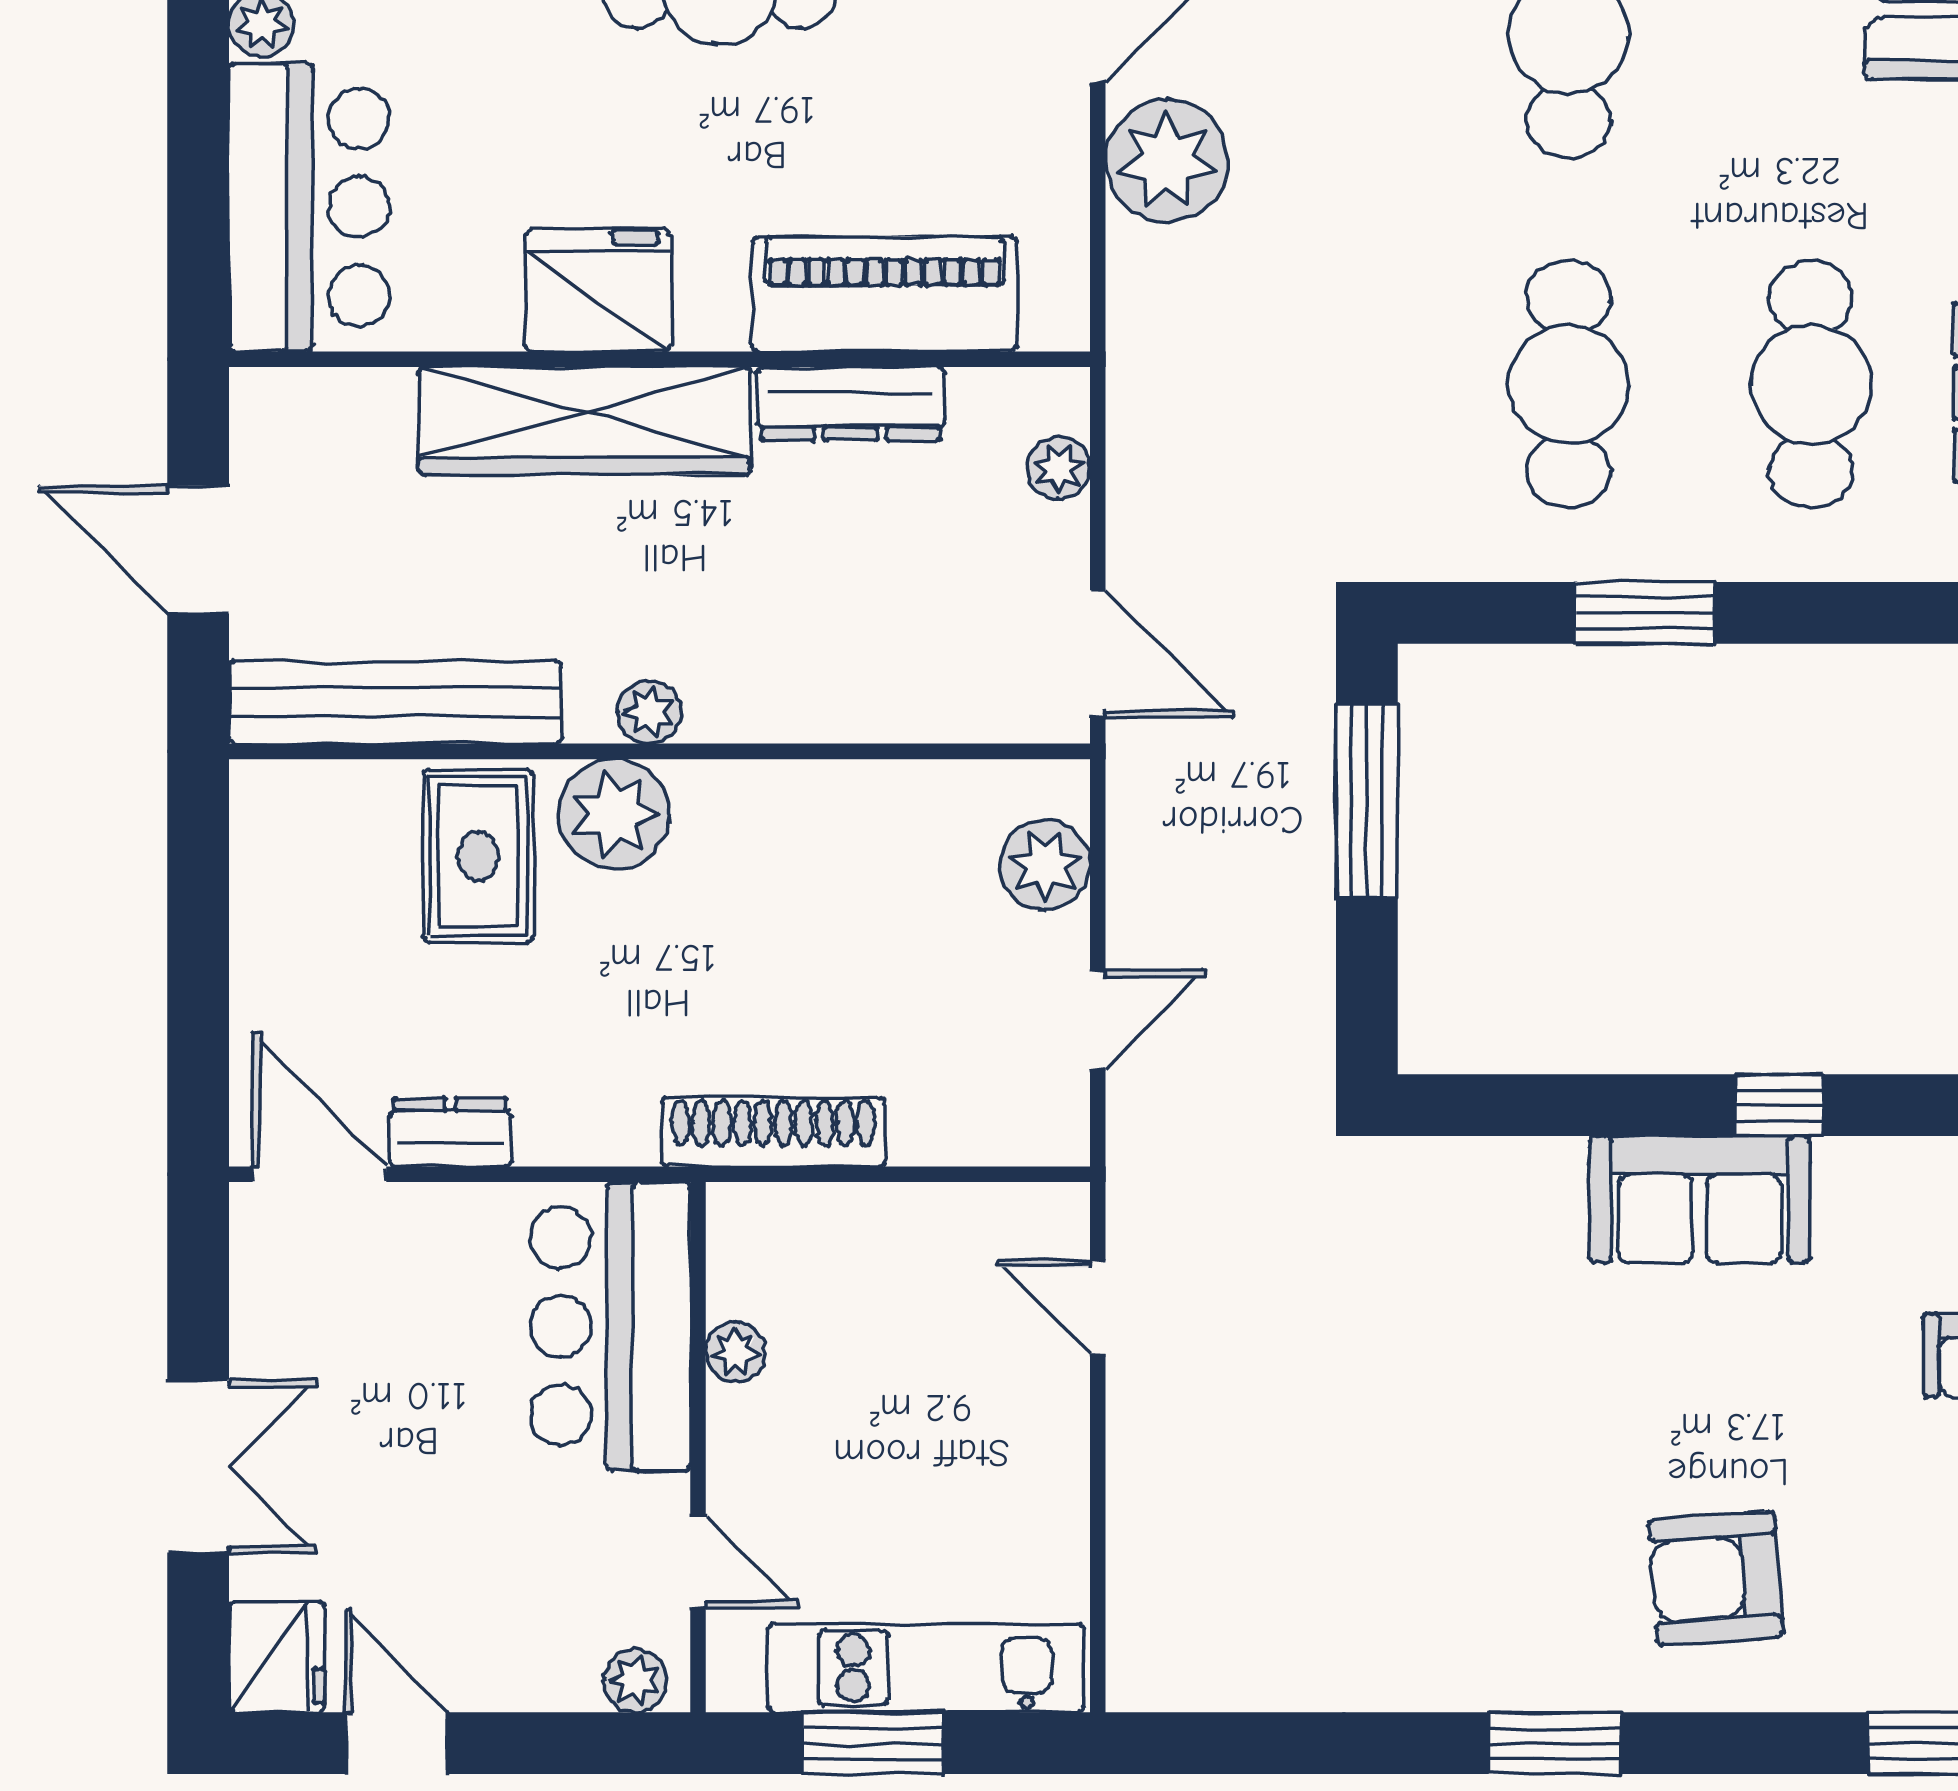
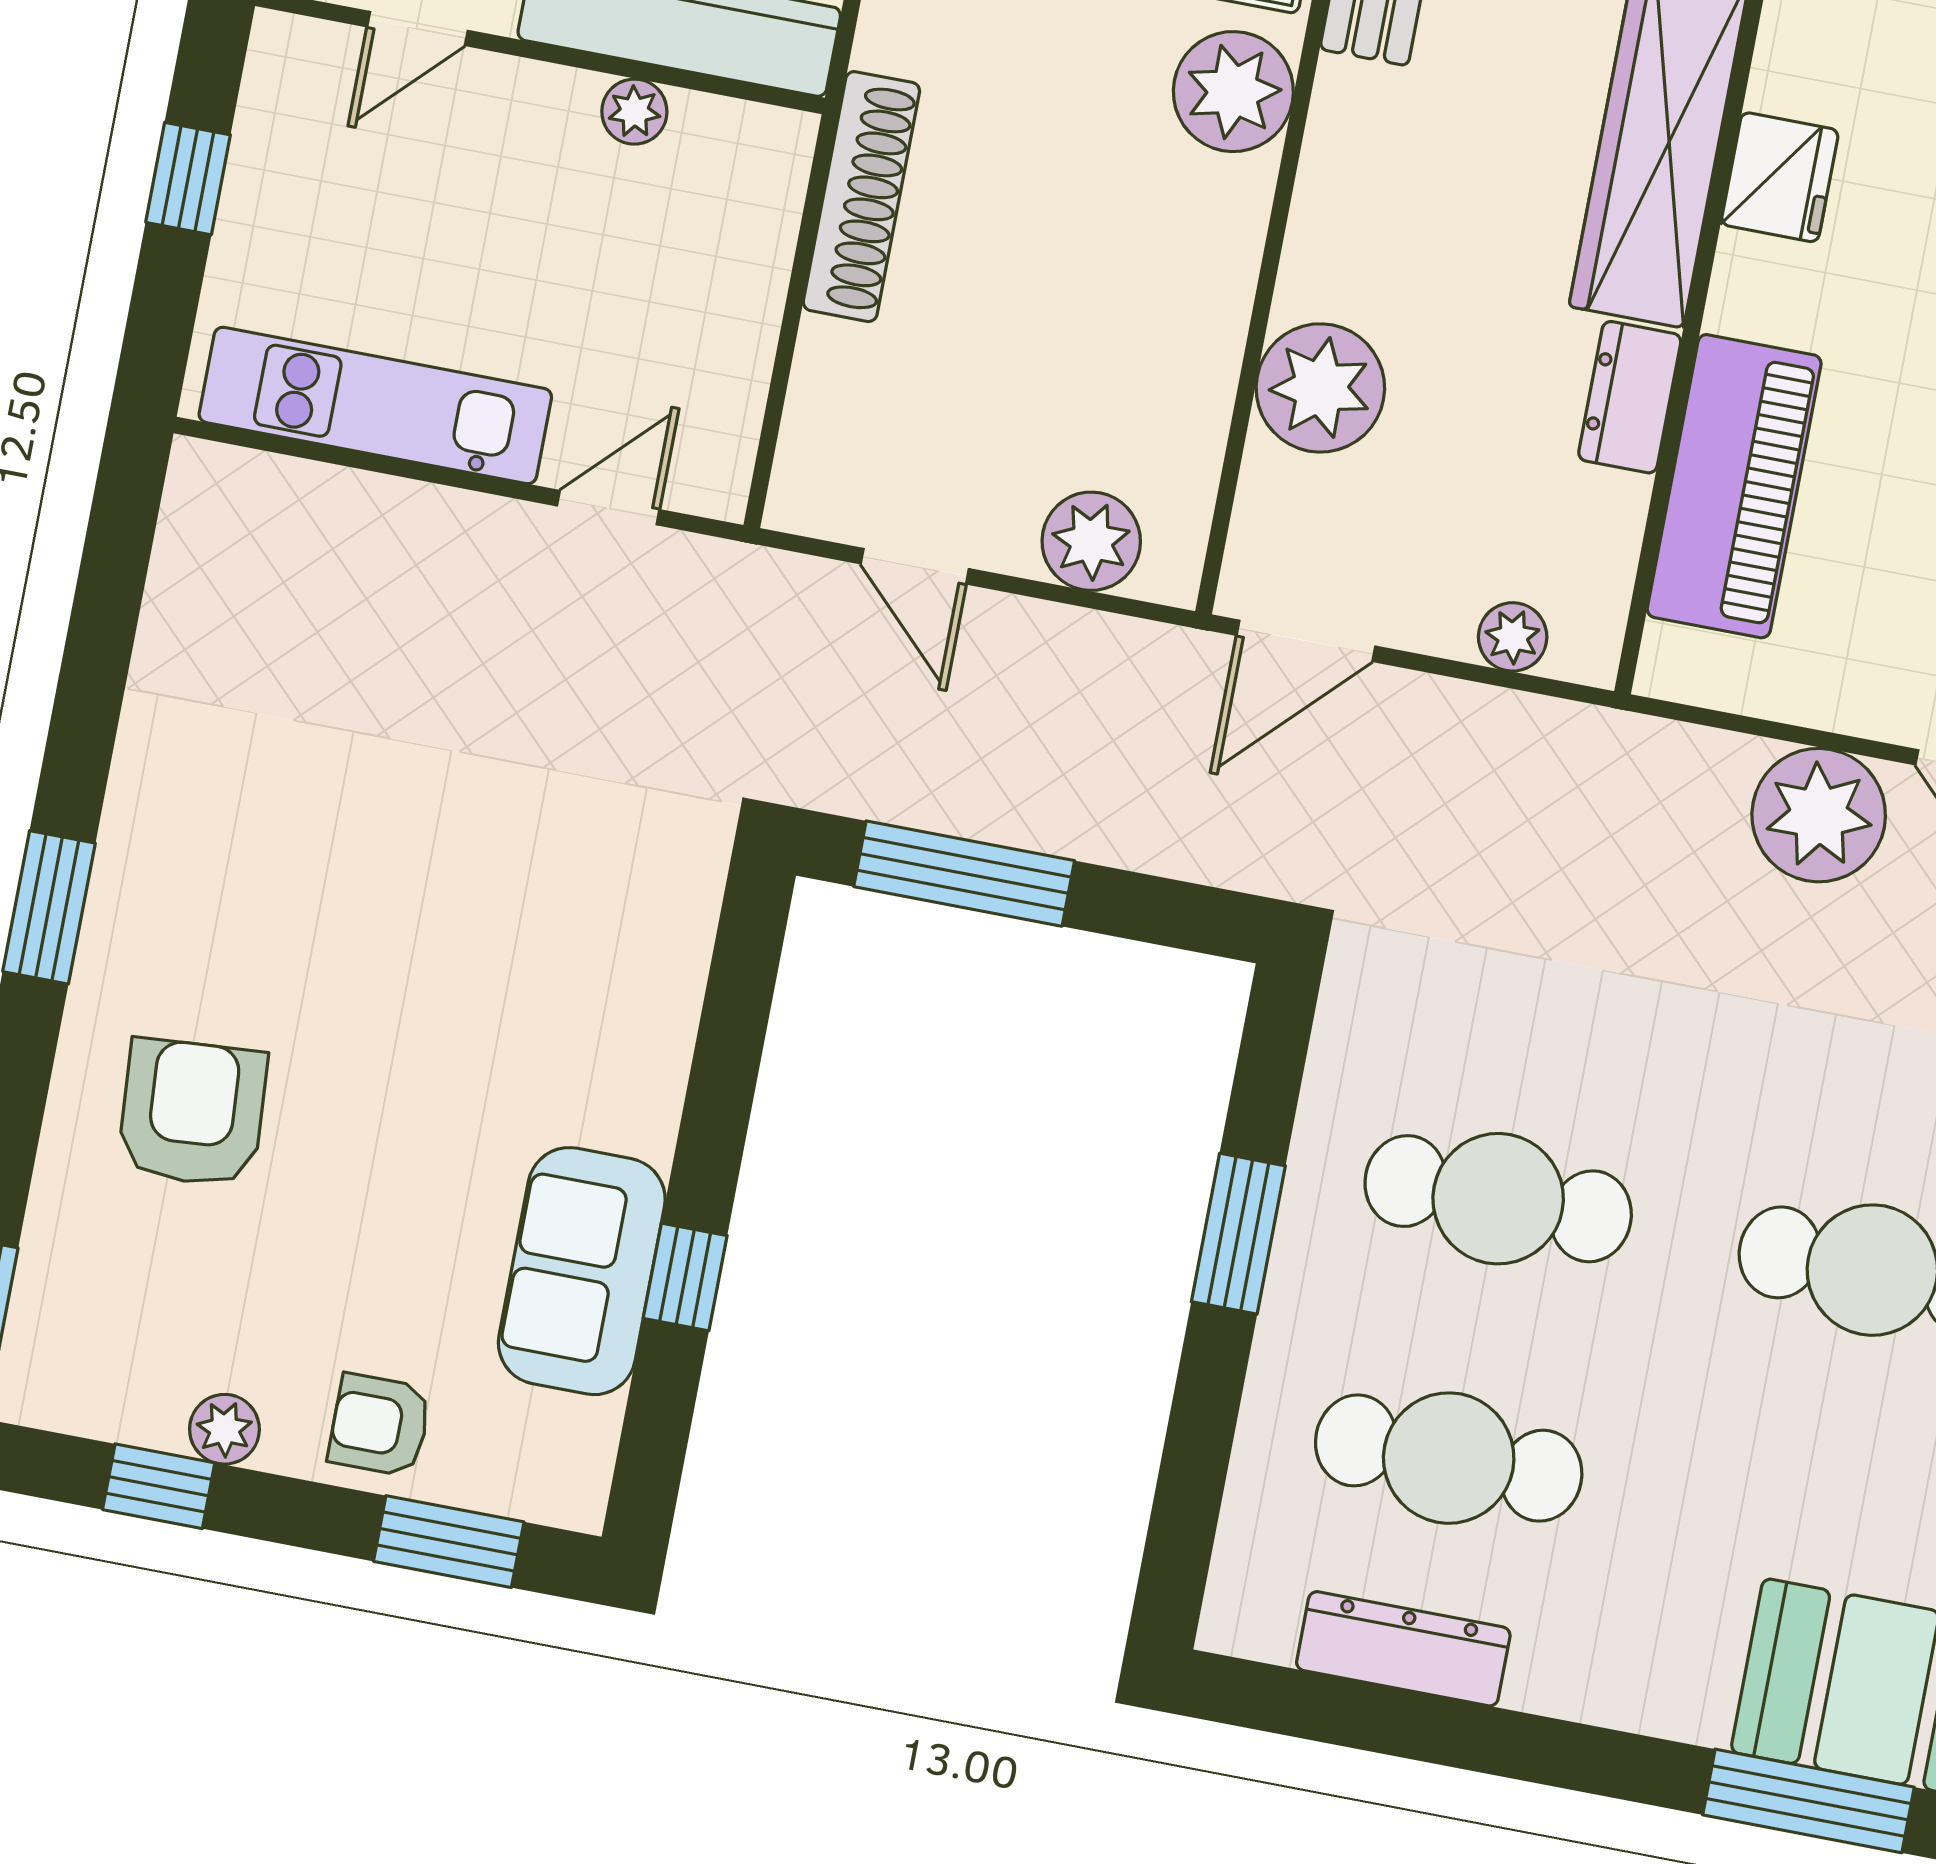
fridge: (598, 291) -> (1780, 177), width x0.73, depth x0.75
dresser: (851, 404) -> (1630, 397), width x0.70
plant: (649, 712) -> (1320, 388), moved, width x1.88, depth x1.88
window: (1367, 801) -> (964, 874), moved
sofa: (1700, 1199) -> (582, 1271), moved
kitchen unit: (926, 1668) -> (375, 406), moved, turned -90
window: (873, 1743) -> (188, 179), width x0.67

